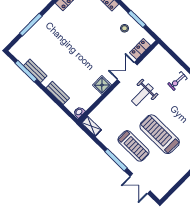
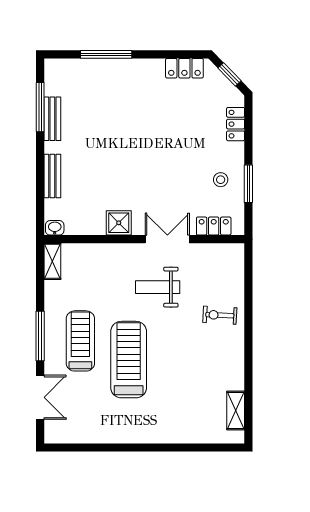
treadmill: (134, 146) -> (80, 341), turned 180
double door: (140, 184) -> (40, 397), swing flipped

